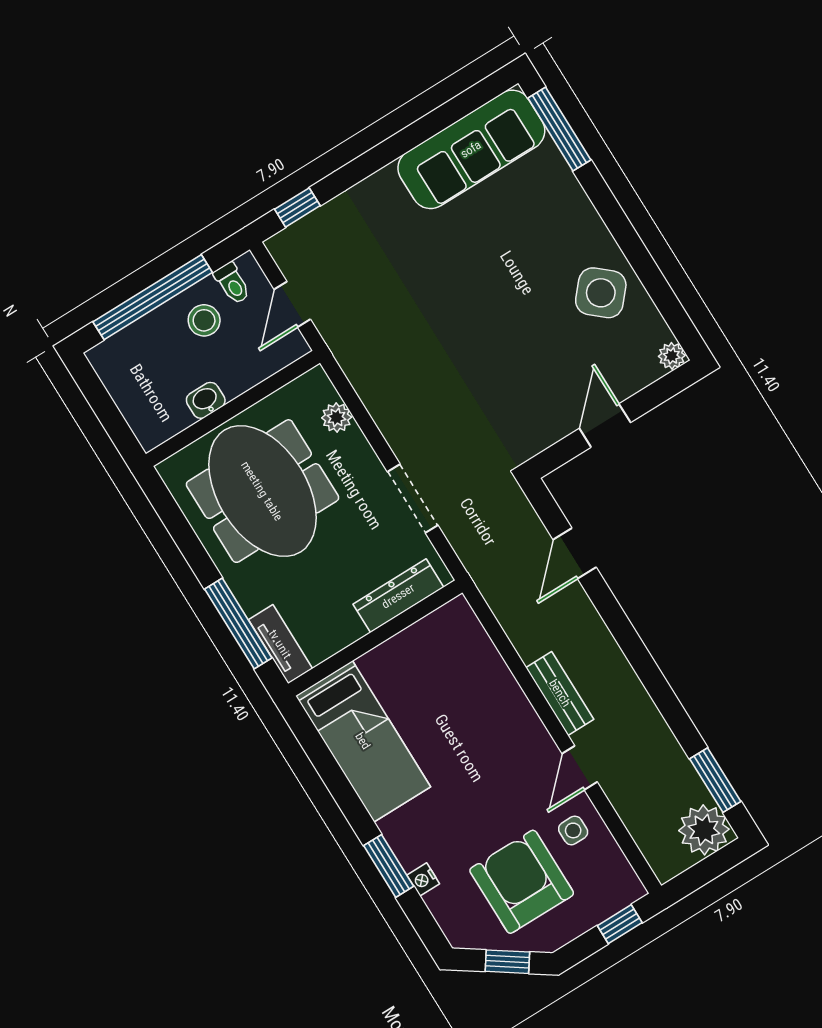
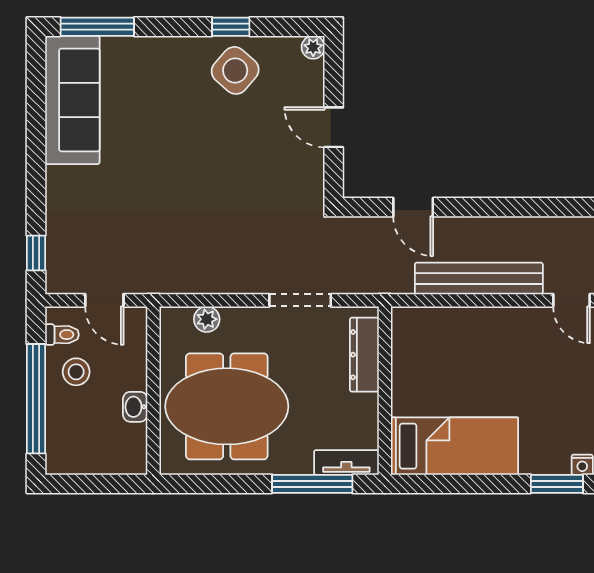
window: (641, 261) -> (231, 27), added
bench: (560, 693) -> (479, 278), width x1.86, depth x1.21

